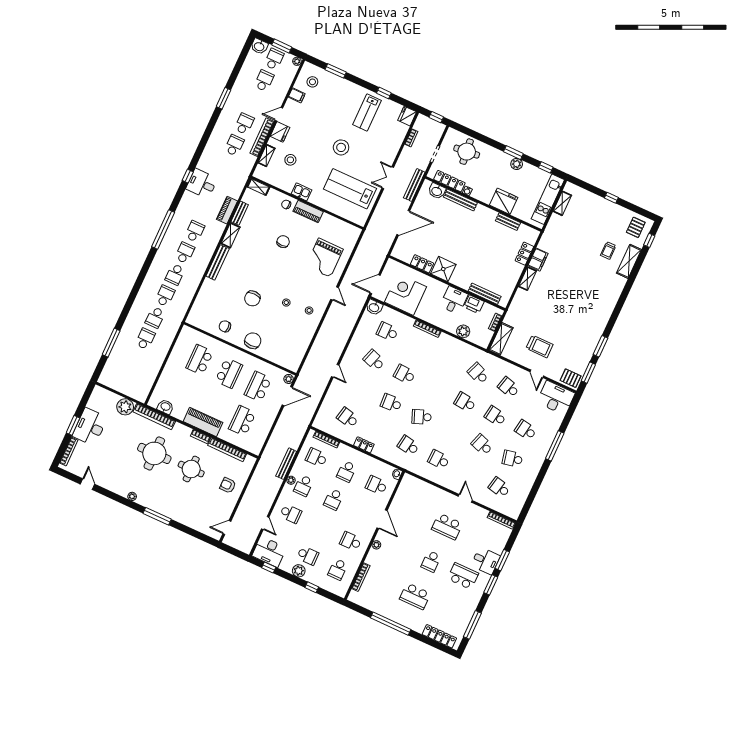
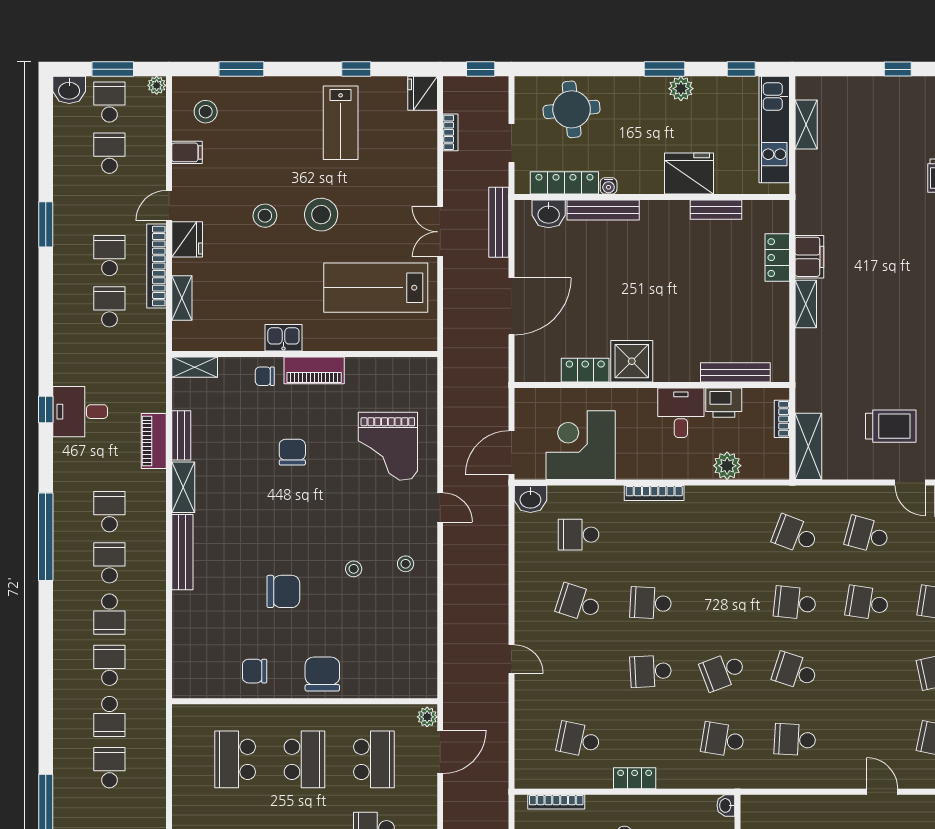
stool: (290, 160) -> (265, 216), moved
chair: (252, 298) -> (283, 591), turned -90
school desk: (258, 387) -> (374, 759), turned 180
school desk: (482, 445) -> (795, 671), moved

